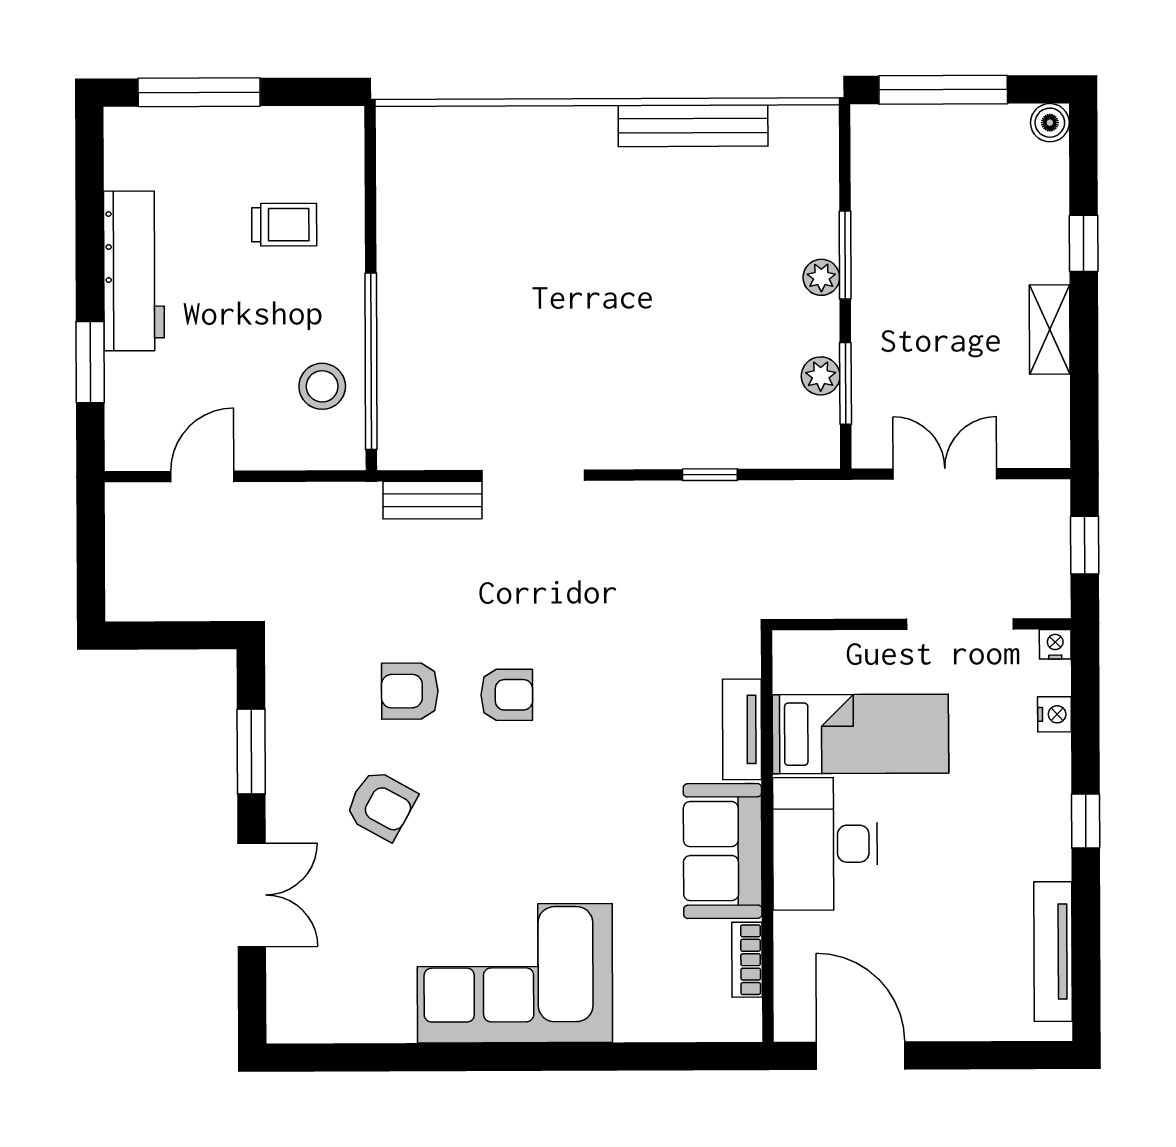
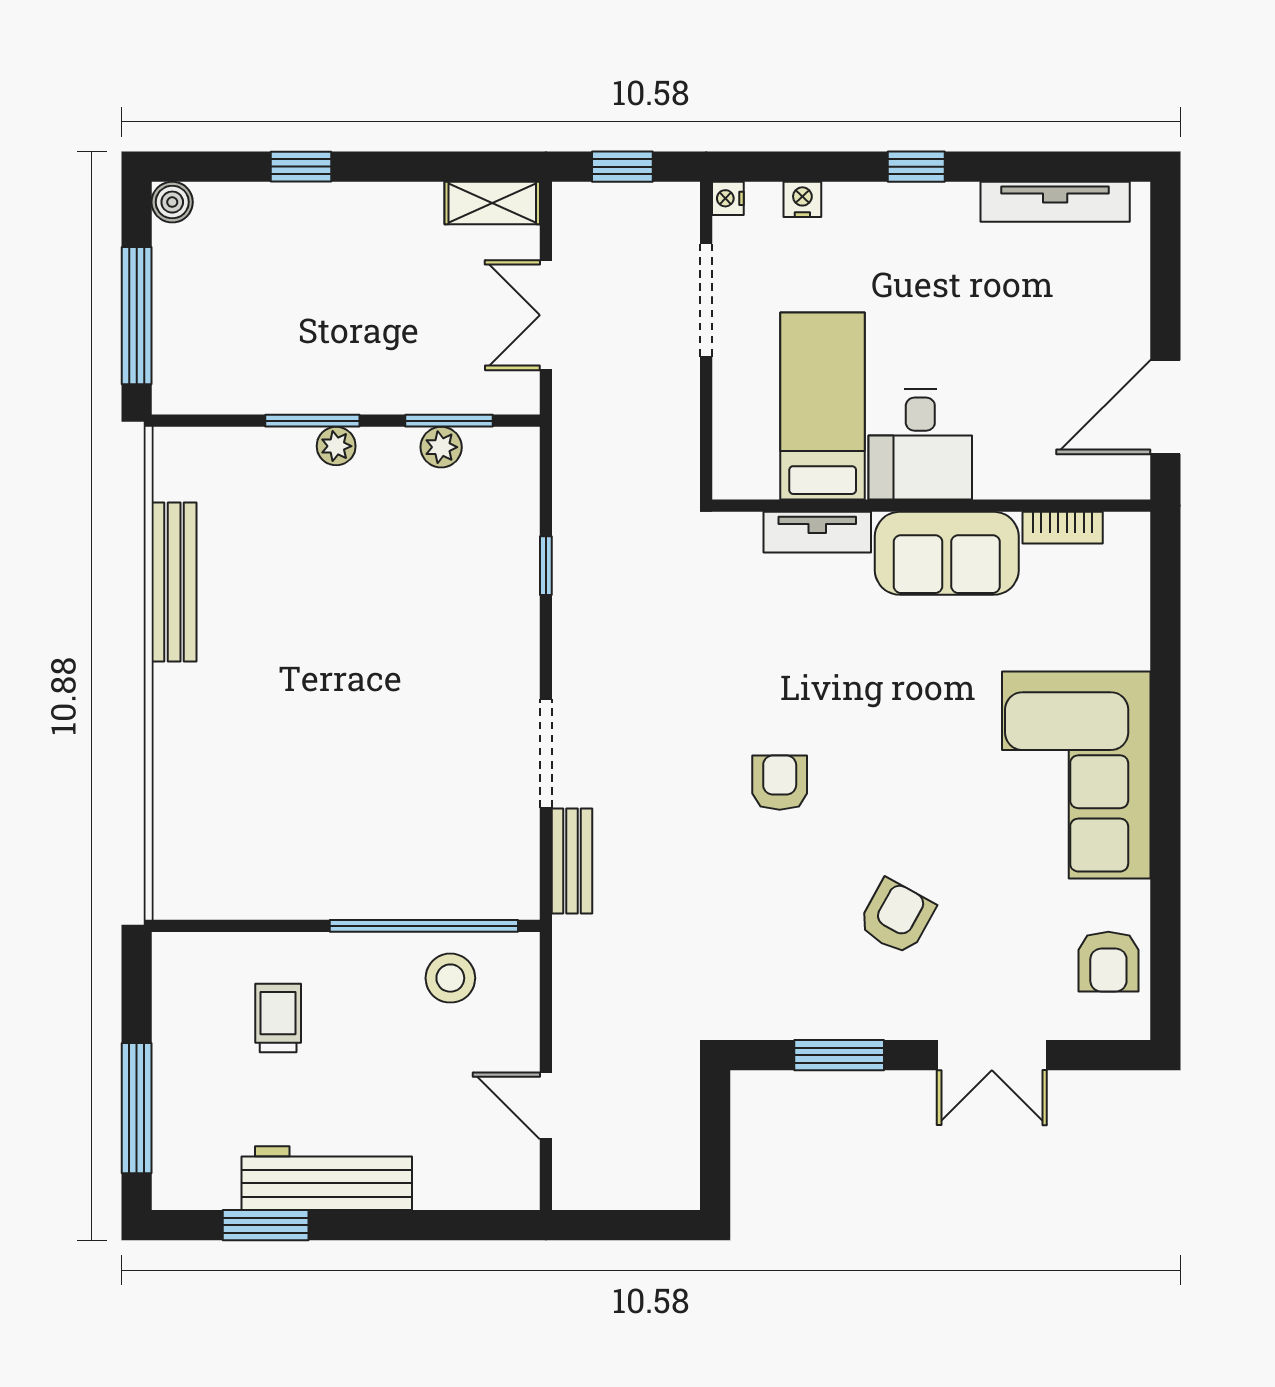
shelving: (1050, 330) -> (492, 203), moved
window: (90, 362) -> (266, 1225), moved
armchair: (410, 691) -> (1108, 962), moved
desk: (825, 844) -> (920, 444), width x0.73
double door: (252, 895) -> (992, 1055), swing flipped

